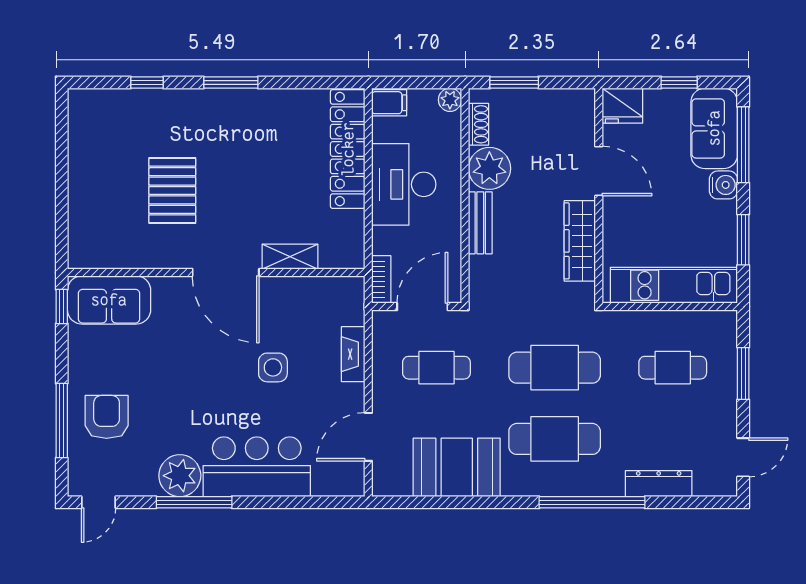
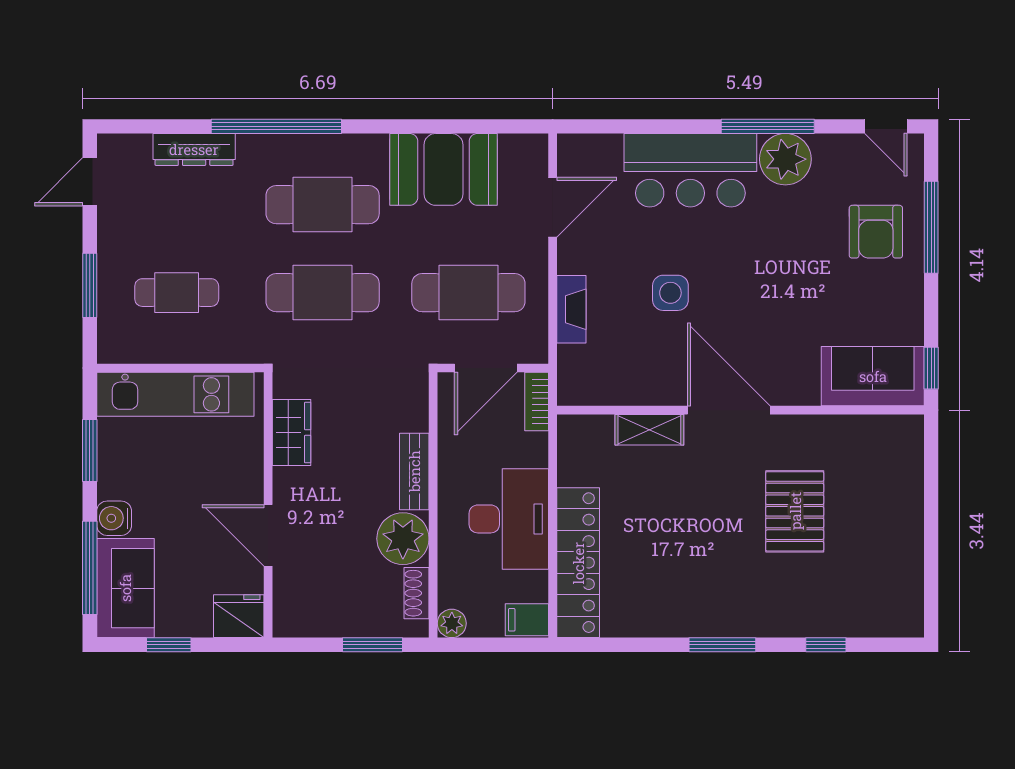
wardrobe: (580, 241) -> (292, 433), width x0.67
cafe table: (436, 368) -> (468, 293), width x1.37, depth x1.35
door: (99, 502) -> (886, 126), swing flipped

